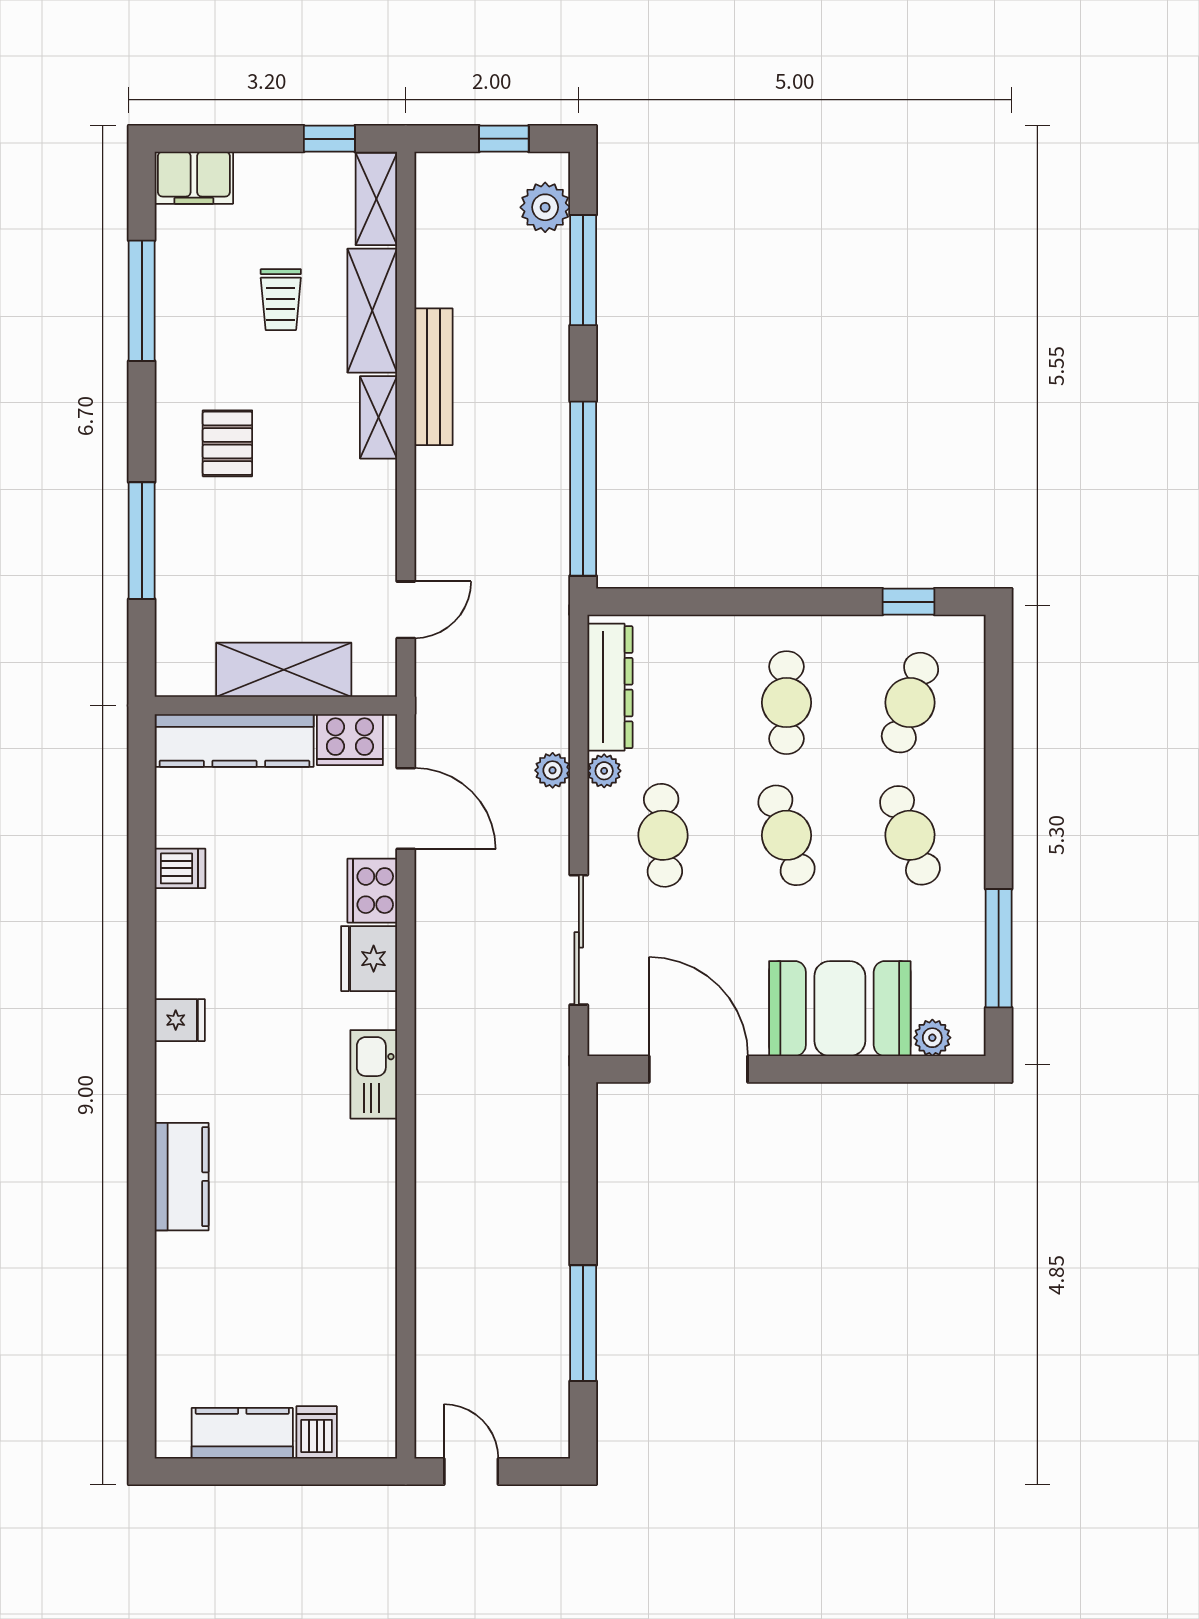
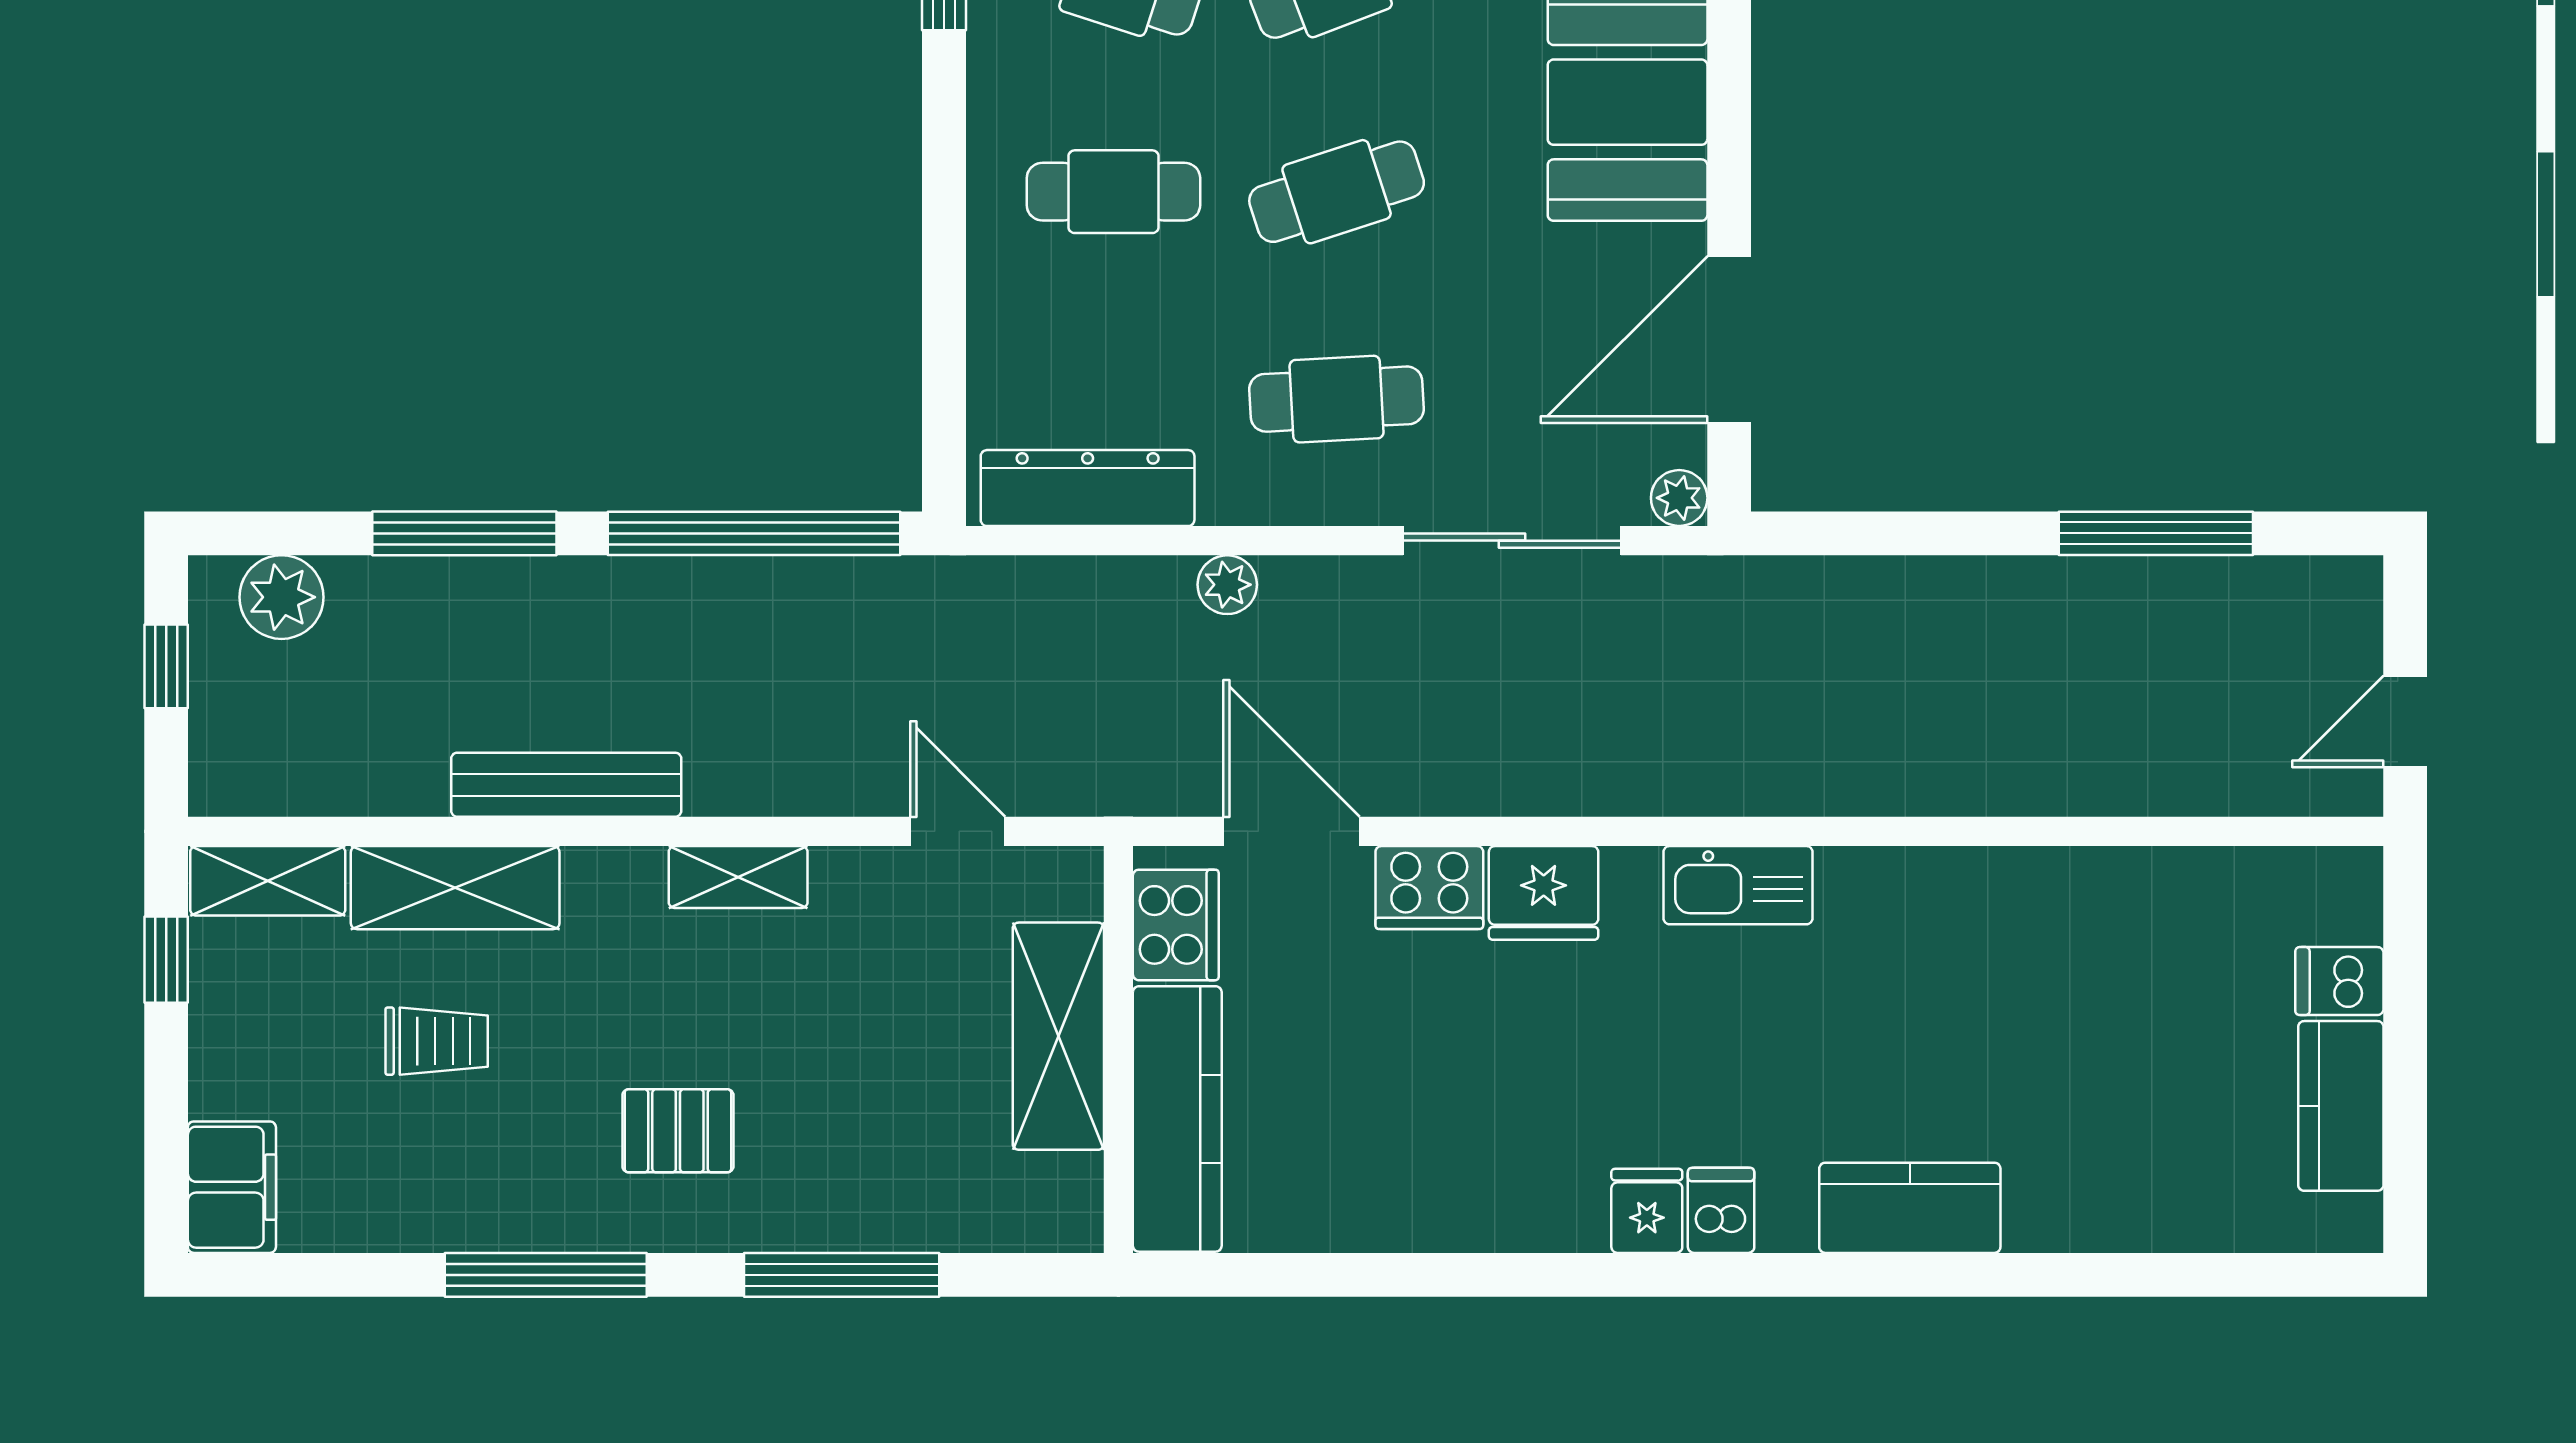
window: (583, 270) -> (464, 533), moved
window: (142, 301) -> (546, 1275), moved
shelving: (378, 417) -> (738, 877), moved
plant: (604, 771) -> (1679, 498), moved
door: (406, 808) -> (1291, 831), hinge flipped
dishwasher: (180, 868) -> (1721, 1210), moved

